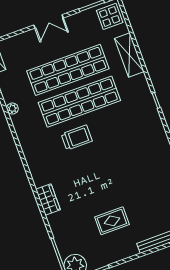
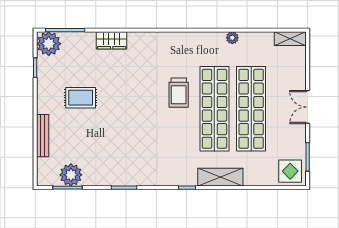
shelving: (129, 55) -> (220, 177), moved
wardrobe: (48, 199) -> (112, 40), moved
rug: (112, 221) -> (81, 98), turned 90

